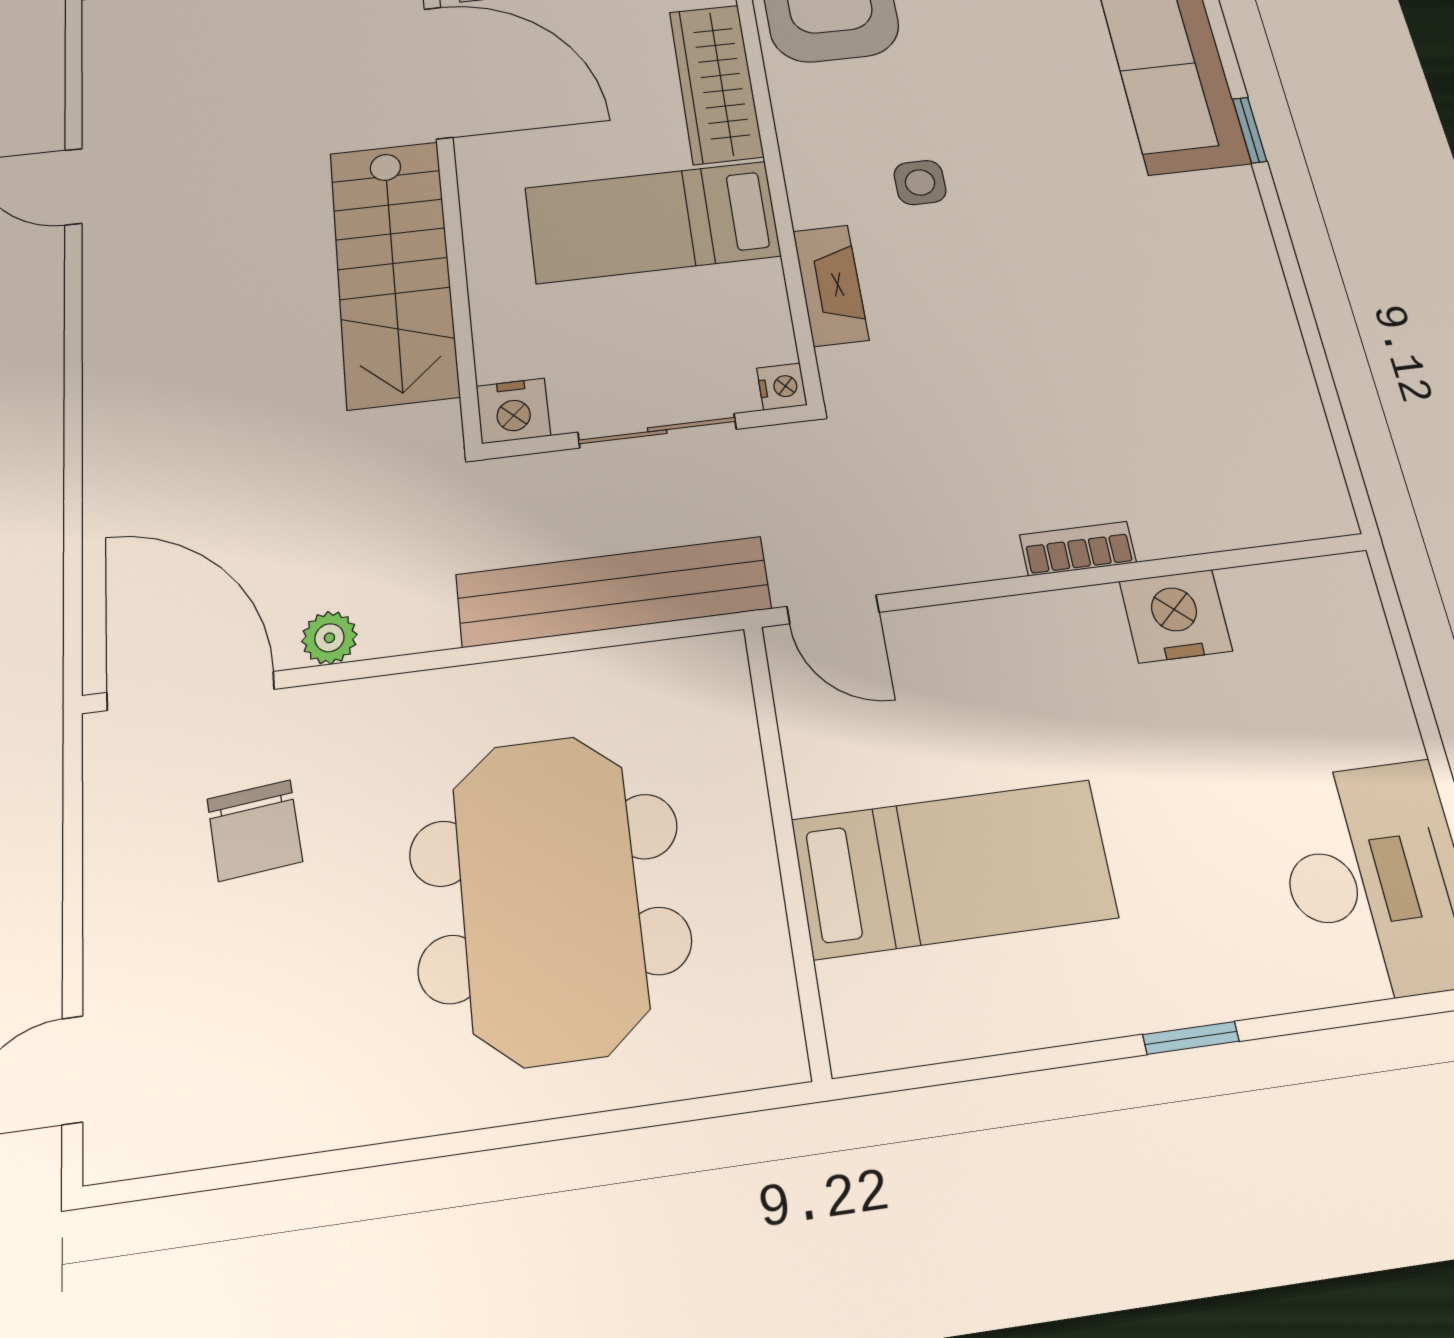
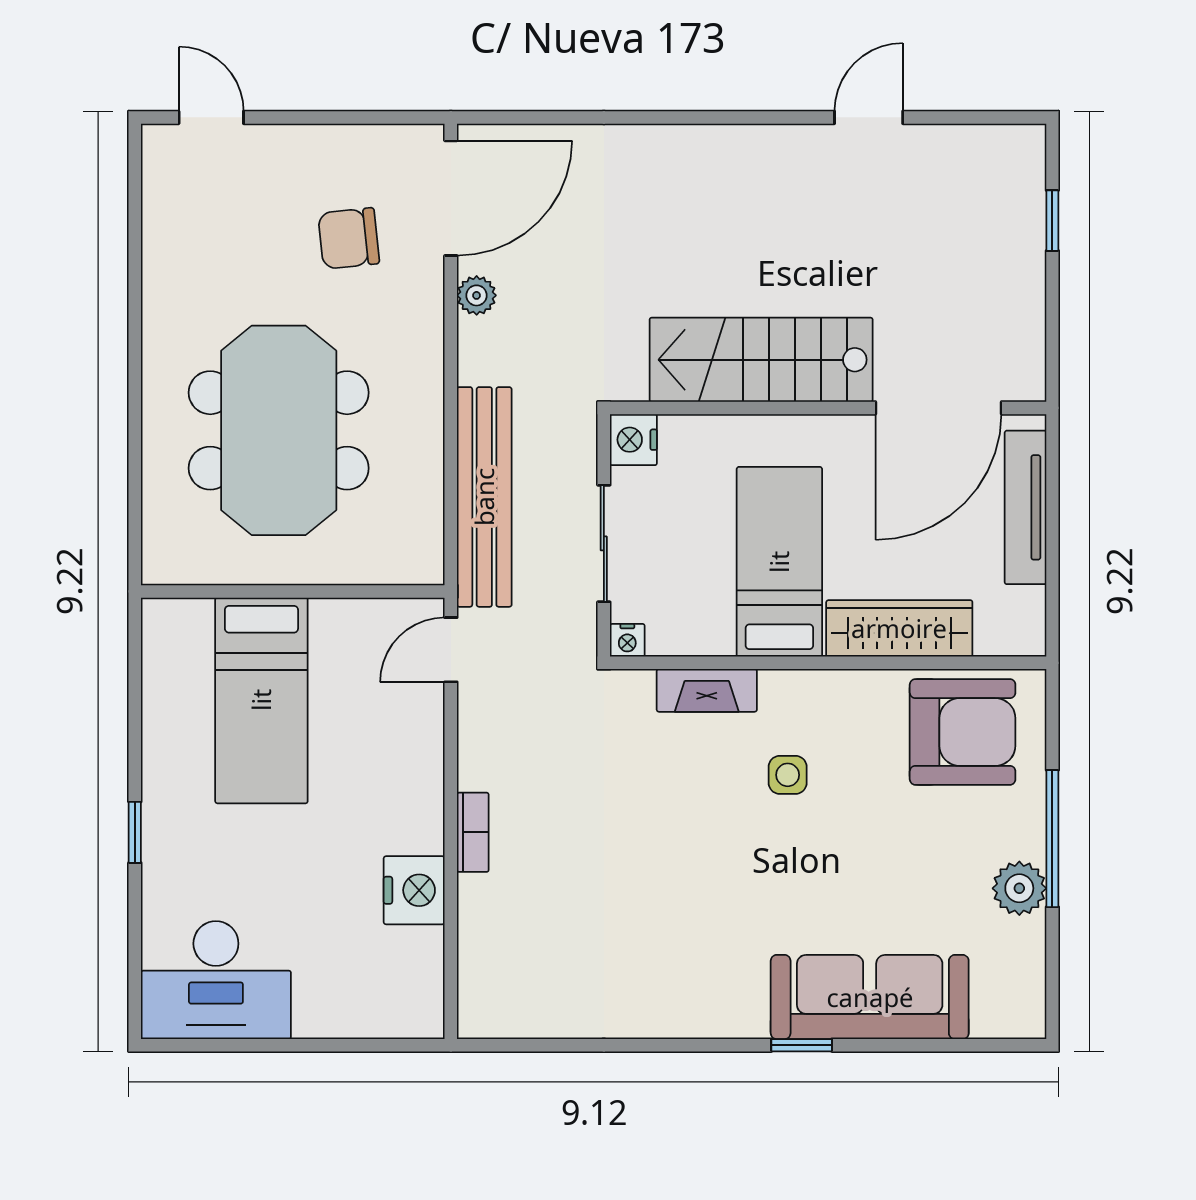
meeting table: (550, 897) -> (279, 430), turned 90

